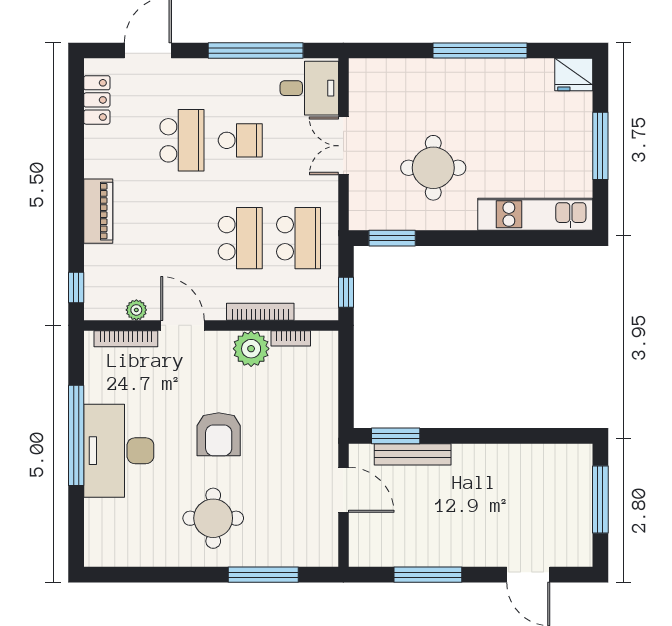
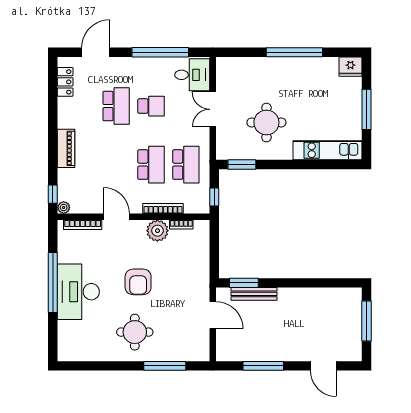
plant: (136, 310) -> (64, 208), moved

